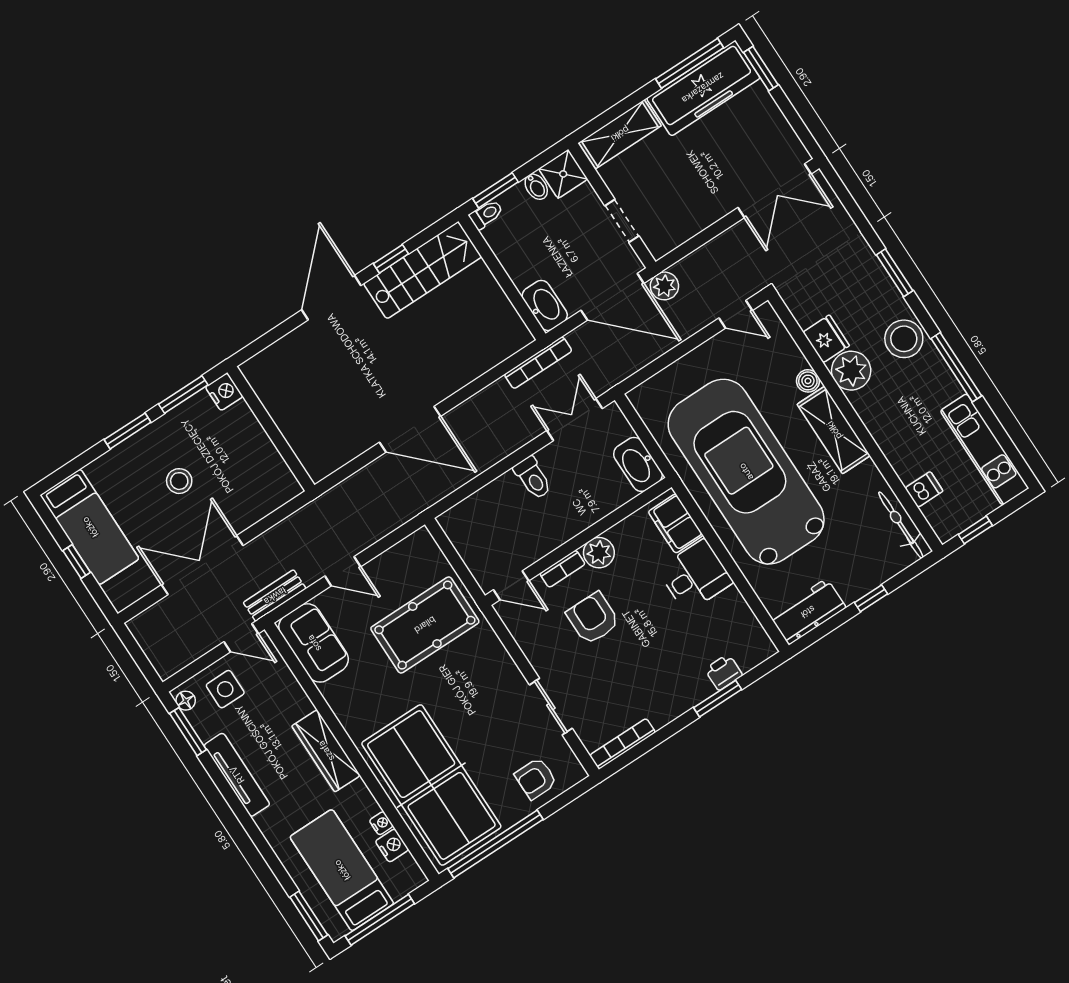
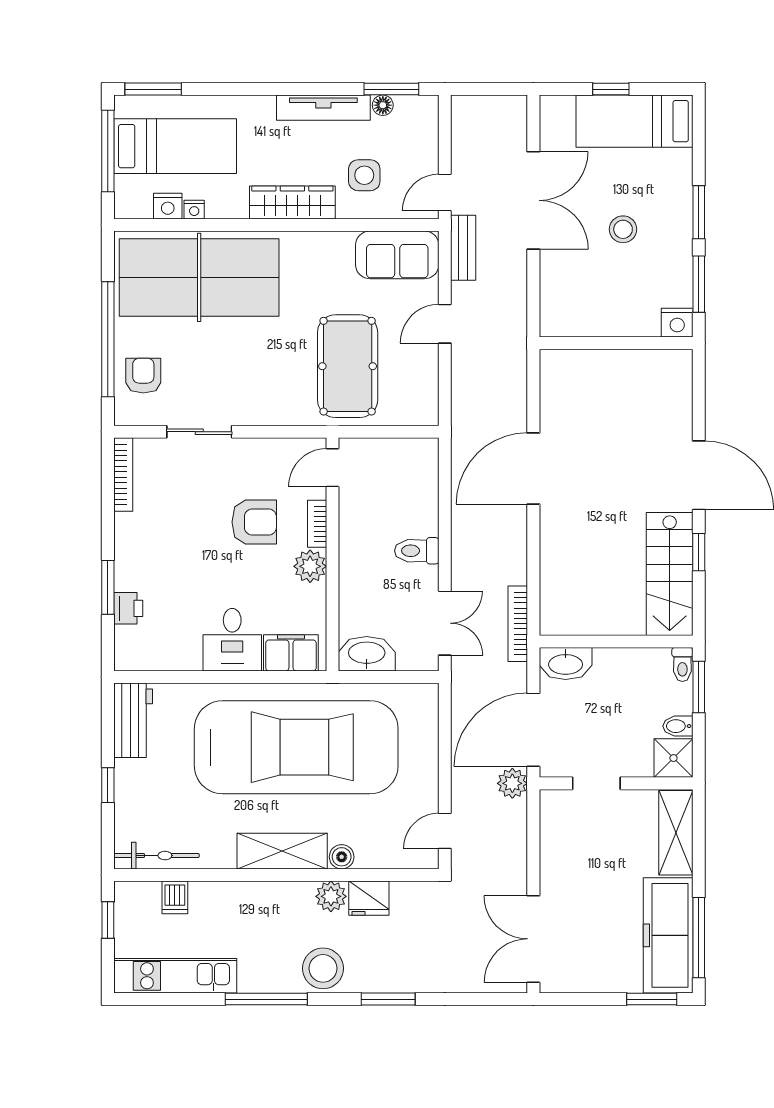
plant: (851, 371) -> (331, 896), width x0.73, depth x0.73
side table: (225, 689) -> (364, 175), moved
floor lamp: (186, 701) -> (383, 105), moved
window: (496, 844) -> (108, 339), moved

